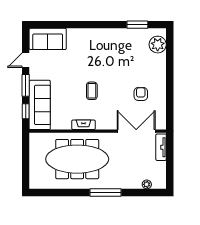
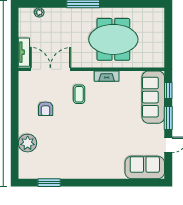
plant: (158, 45) -> (28, 143), moved
coffee table: (92, 91) -> (79, 94), moved
double door: (136, 131) -> (50, 69), swing flipped
meeting table: (77, 159) -> (113, 39), width x0.73

